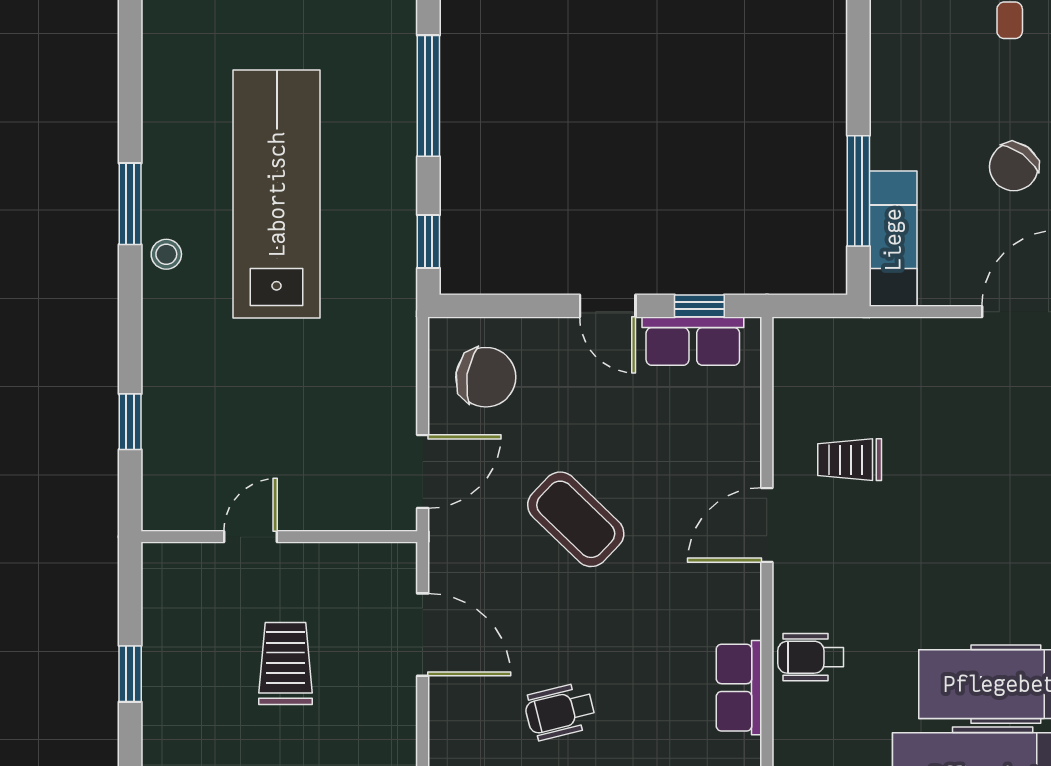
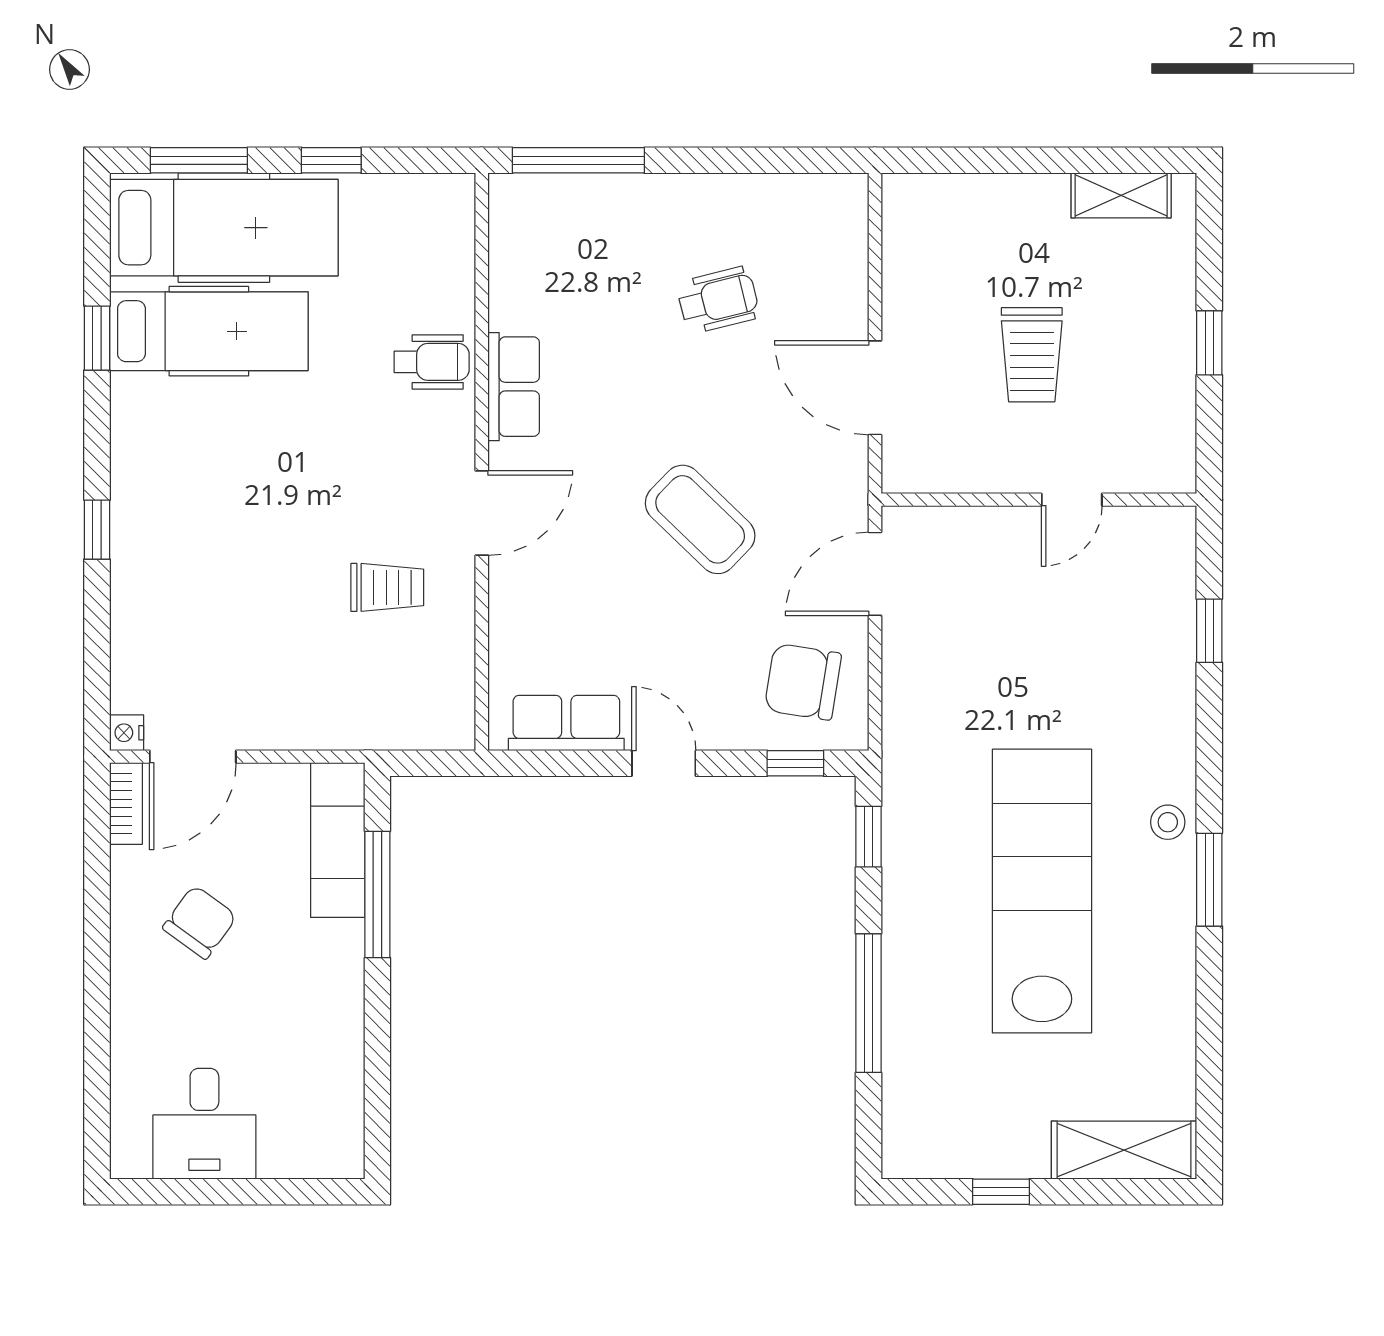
lab bench: (277, 194) -> (1042, 891), turned 180
window: (699, 306) -> (795, 763), moved
row of seats: (739, 688) -> (514, 387), moved

